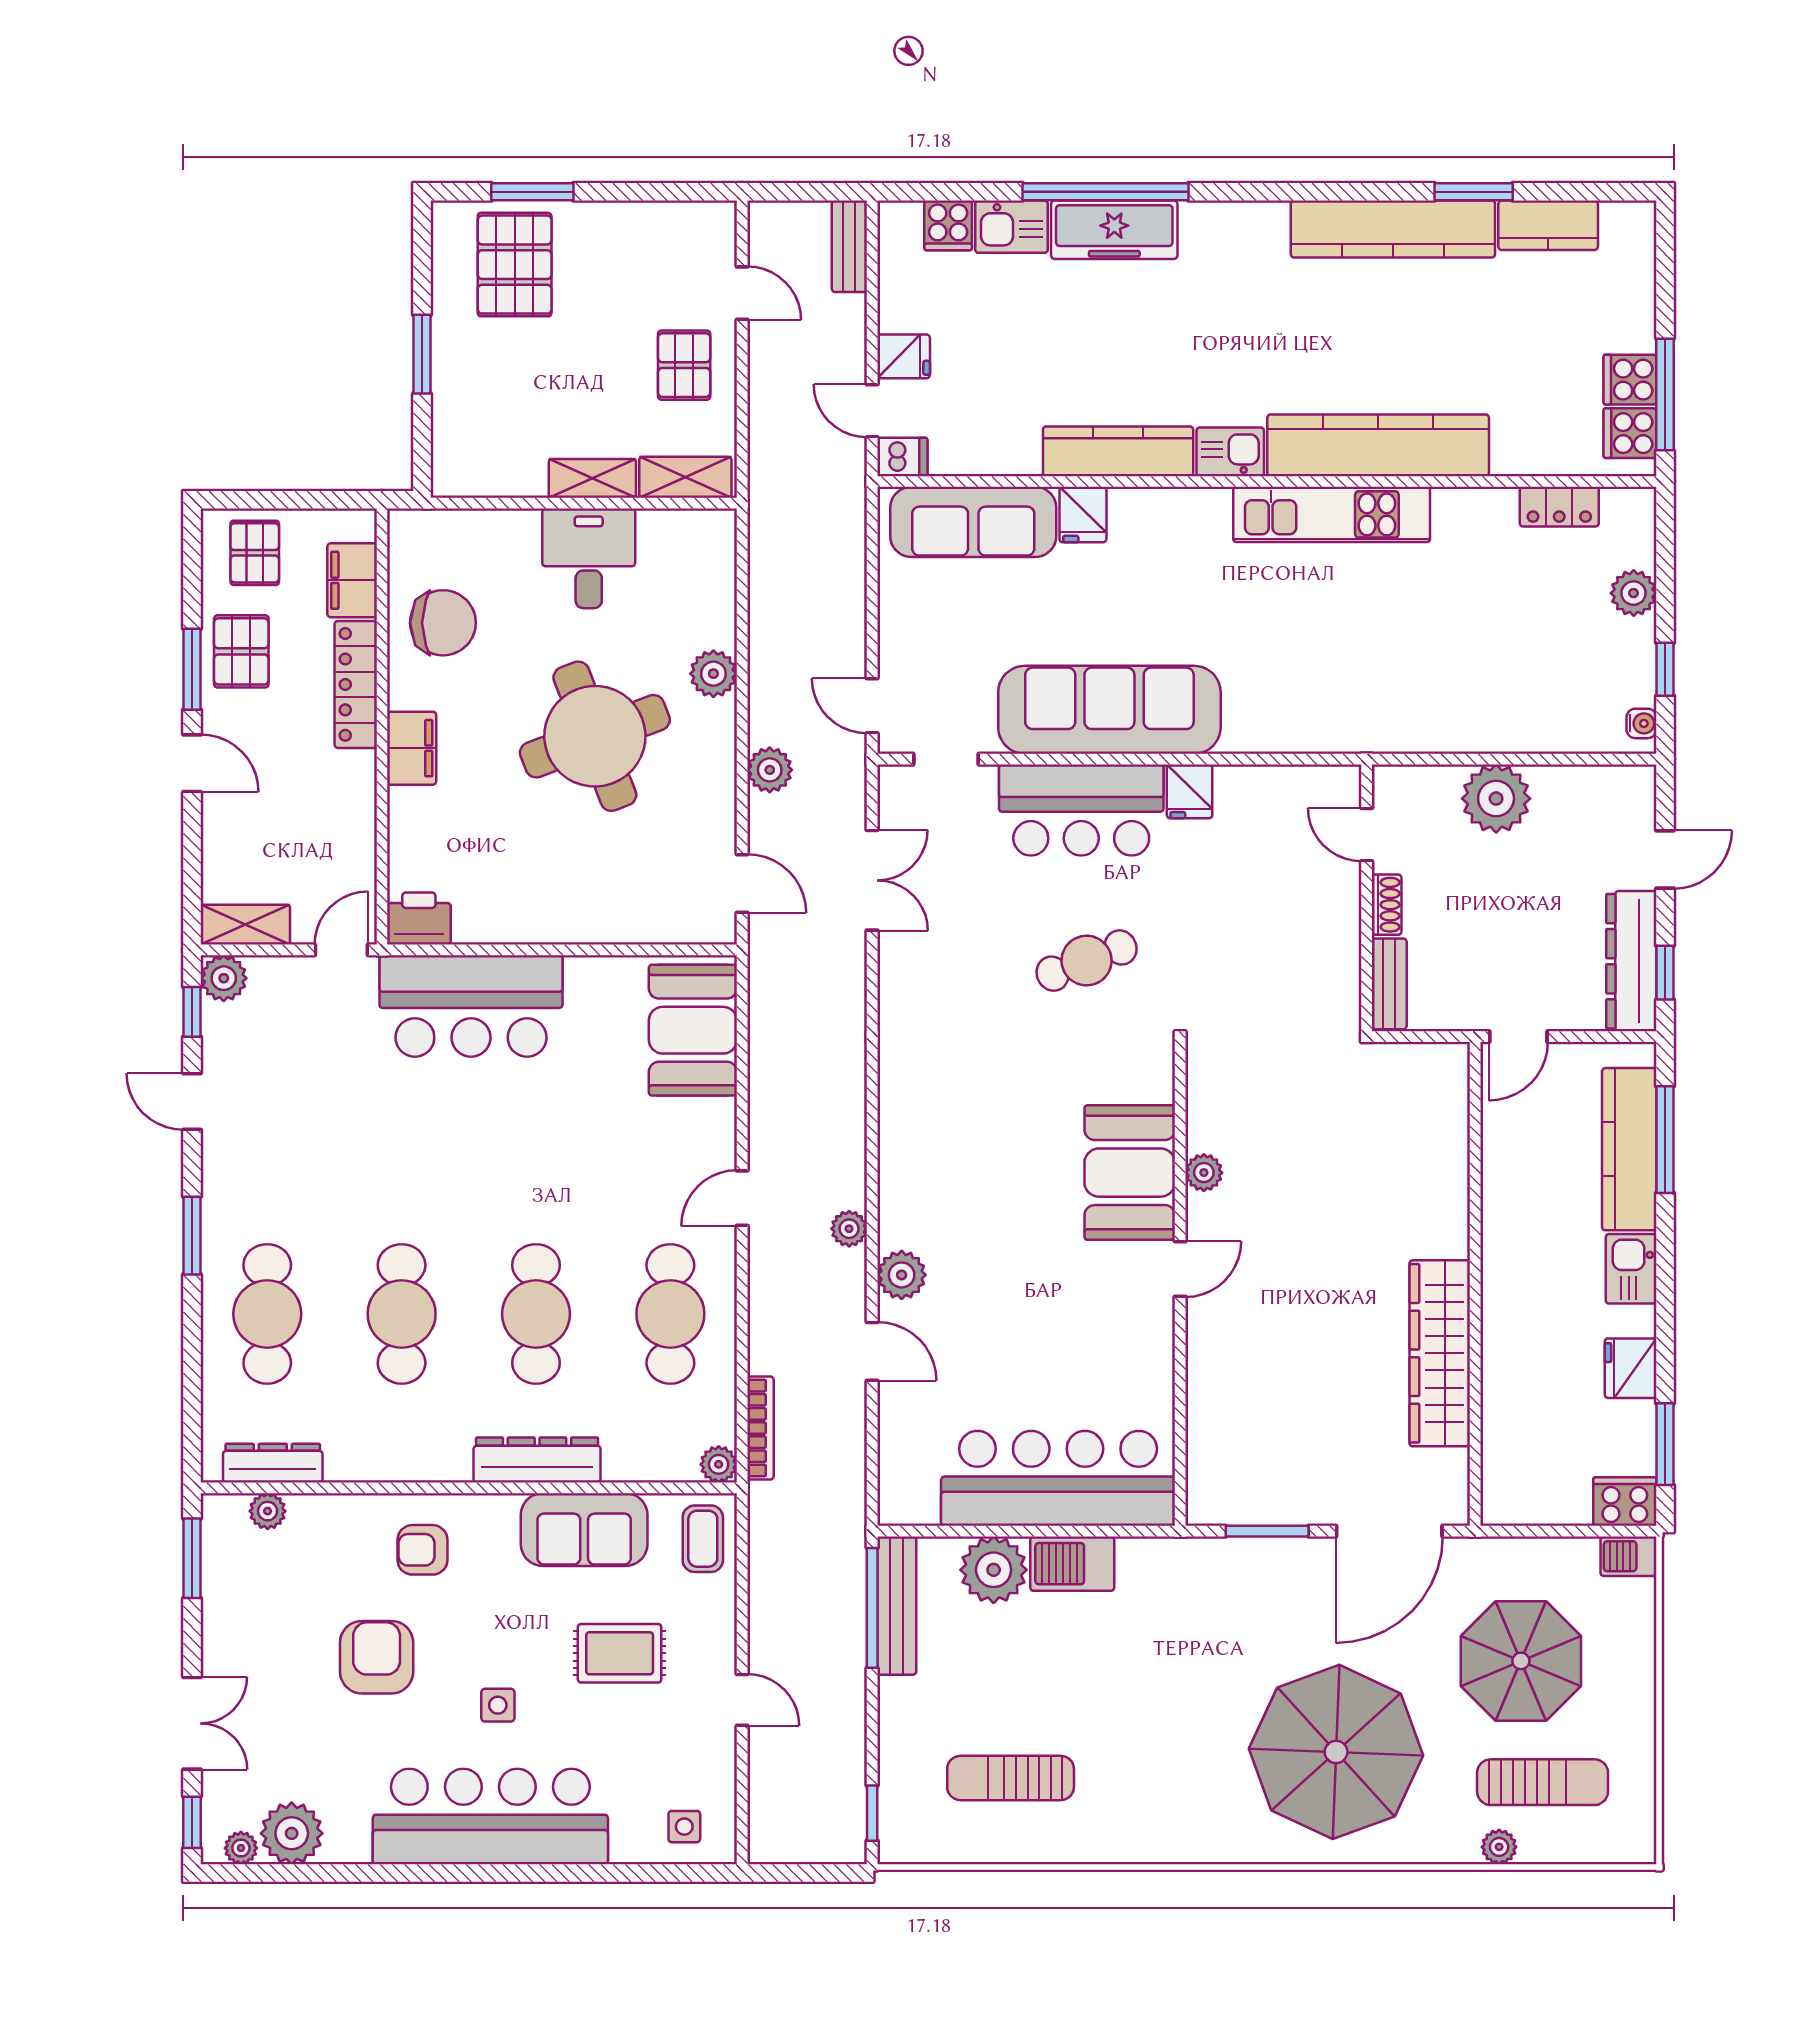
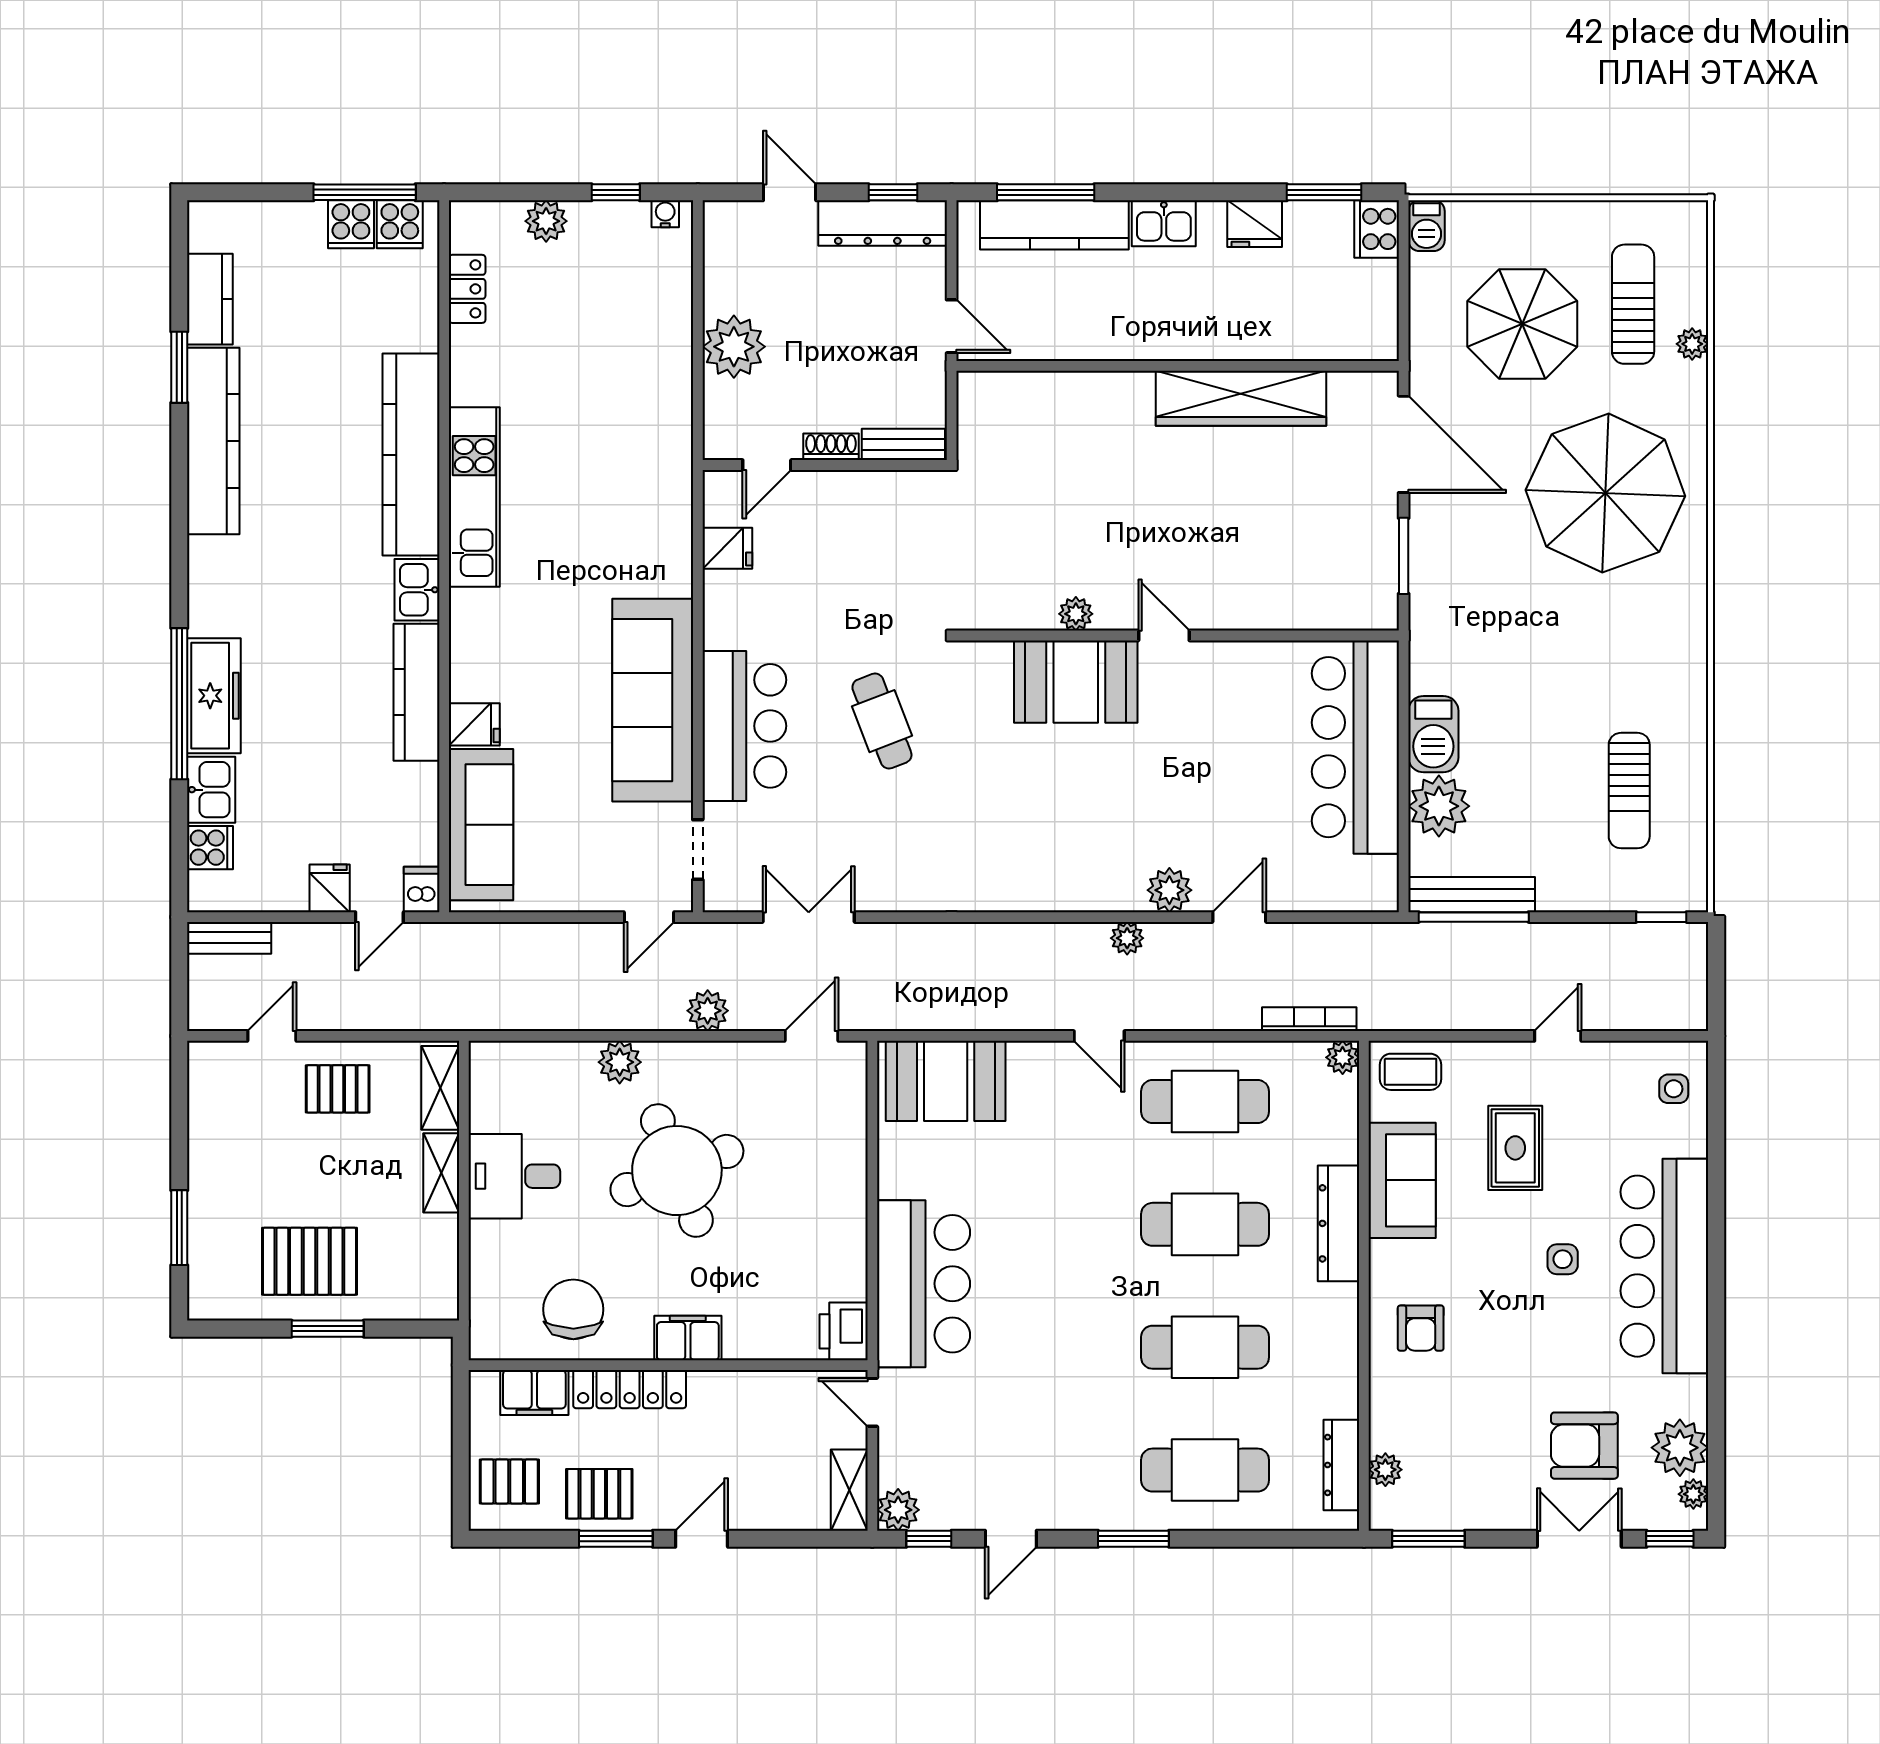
pallet: (515, 265) -> (309, 1261), moved
fridge: (1190, 791) -> (727, 548), moved
armchair: (377, 1657) -> (1584, 1446), moved

